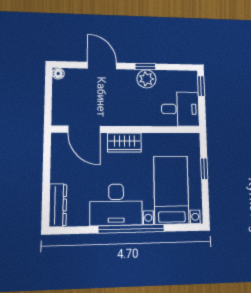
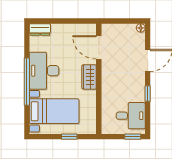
plant: (146, 79) -> (138, 94), removed
desk: (180, 109) -> (131, 116), moved, turned -90
door: (84, 129) -> (99, 47), hinge flipped
dresser: (58, 205) -> (40, 29), width x0.70

